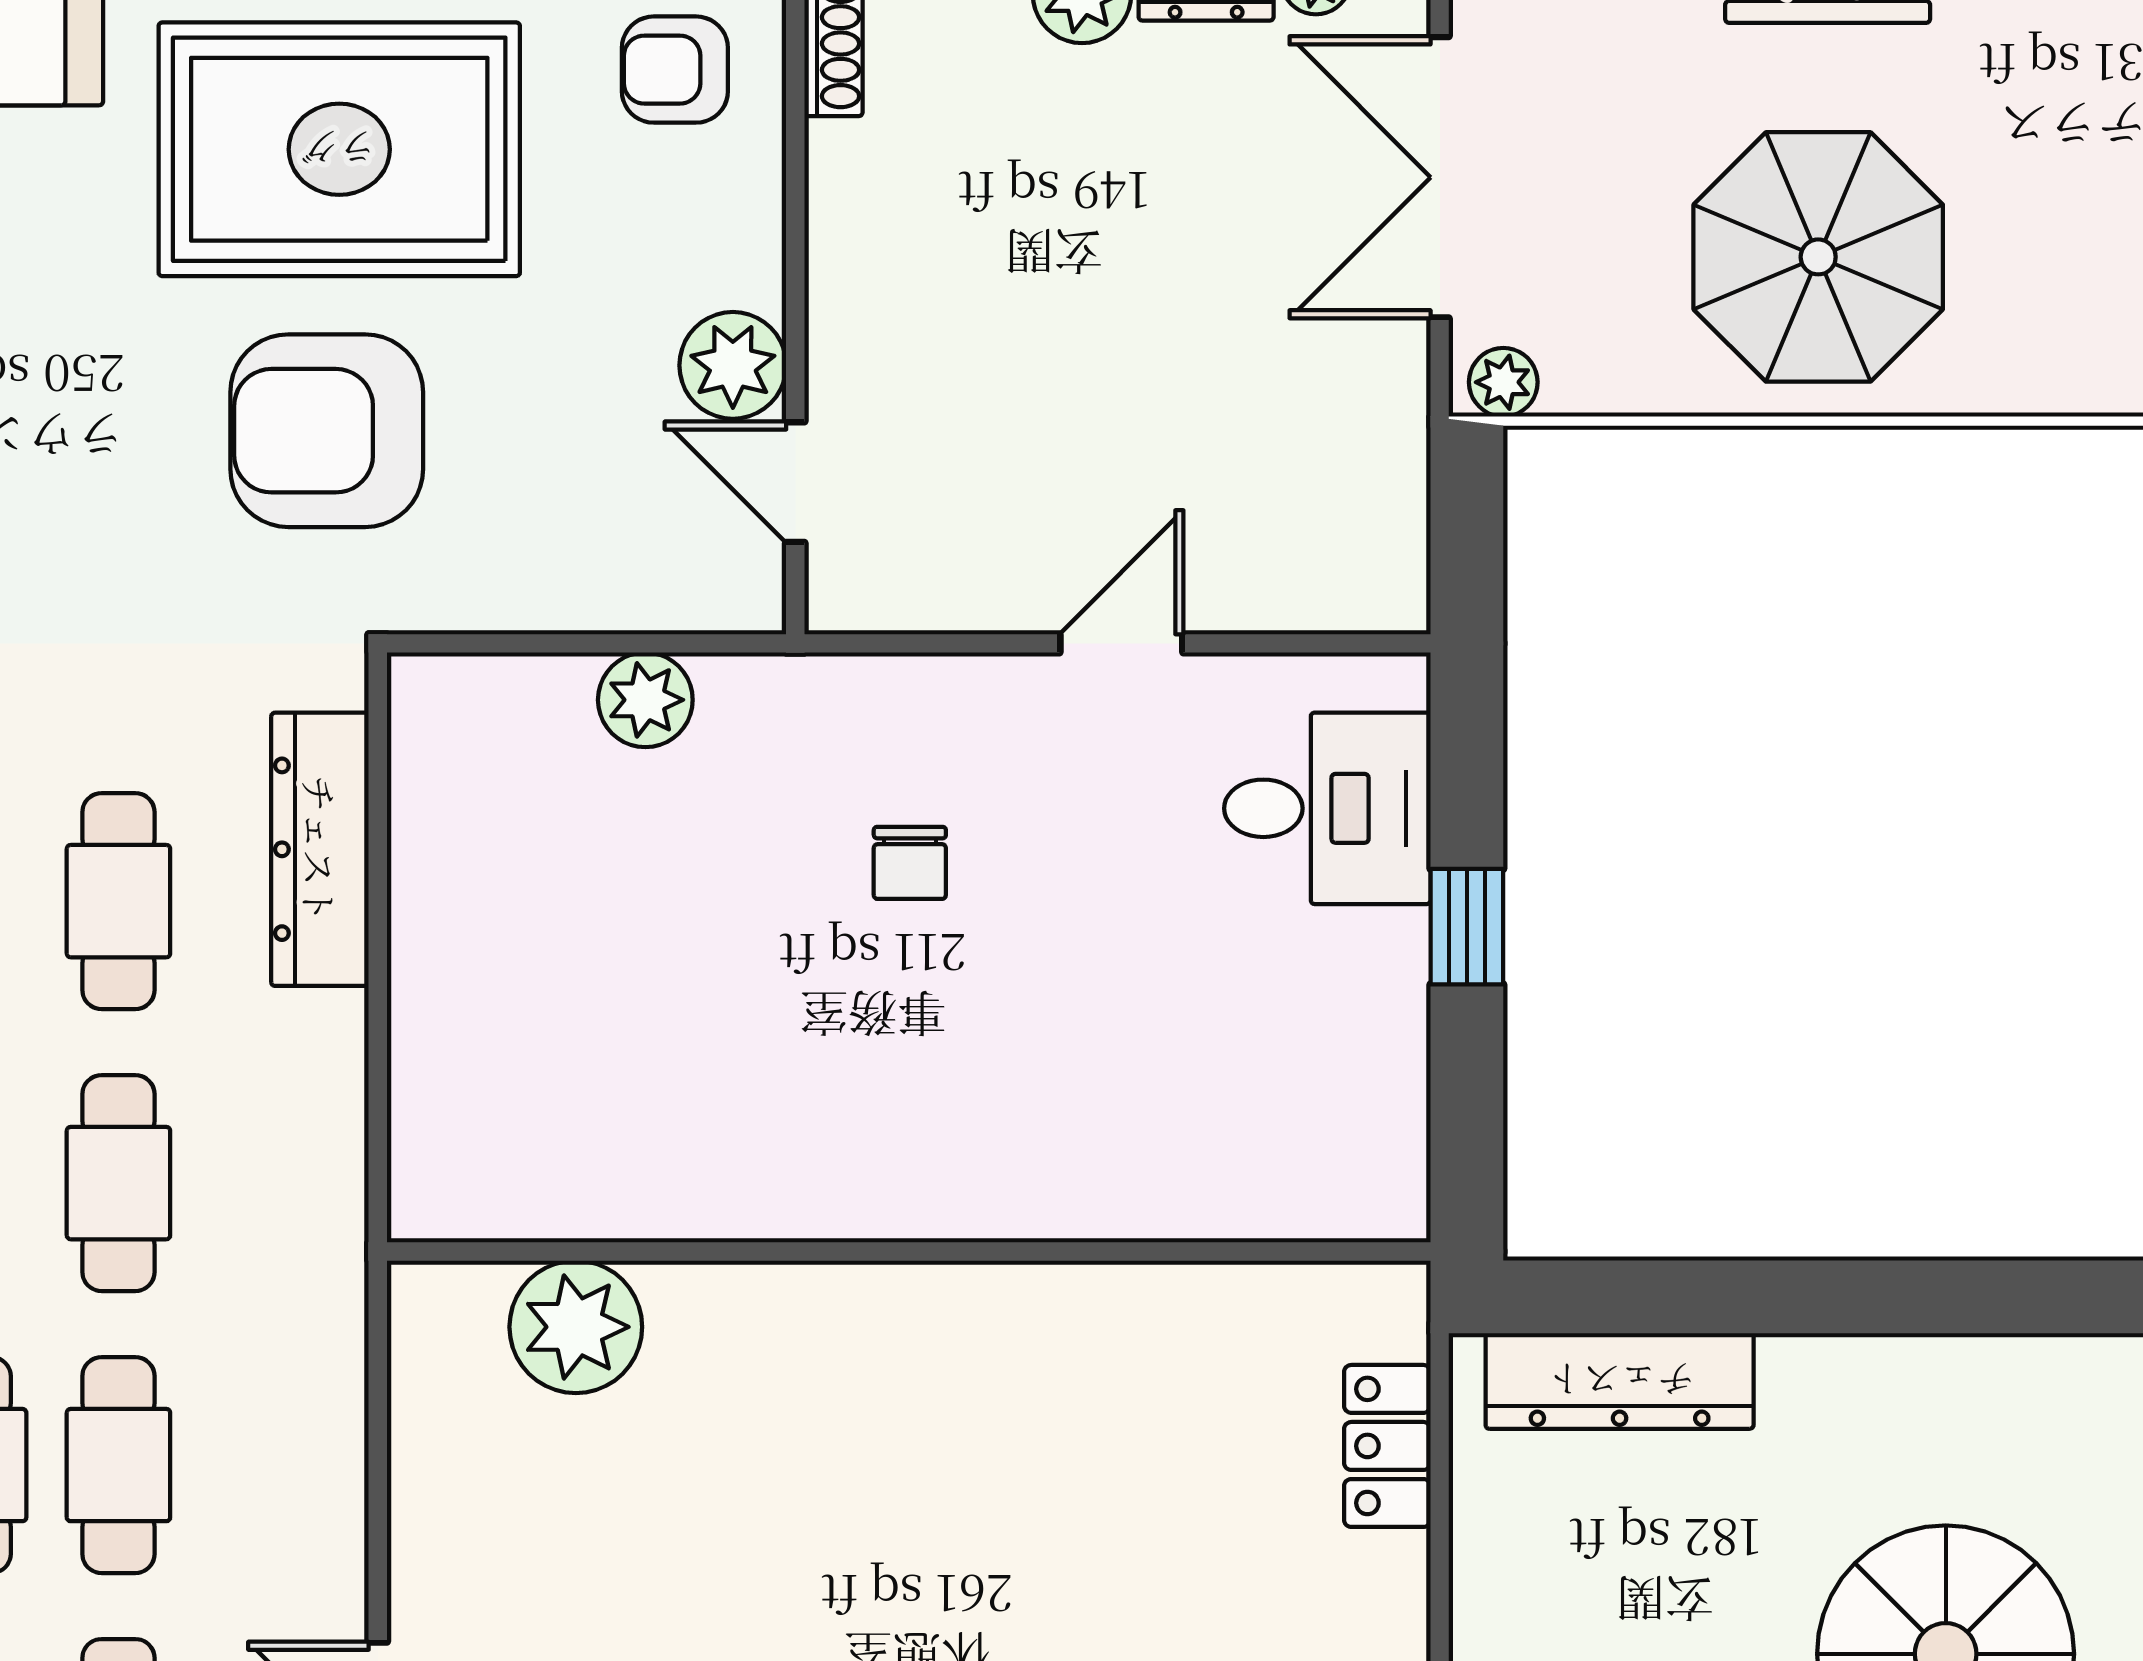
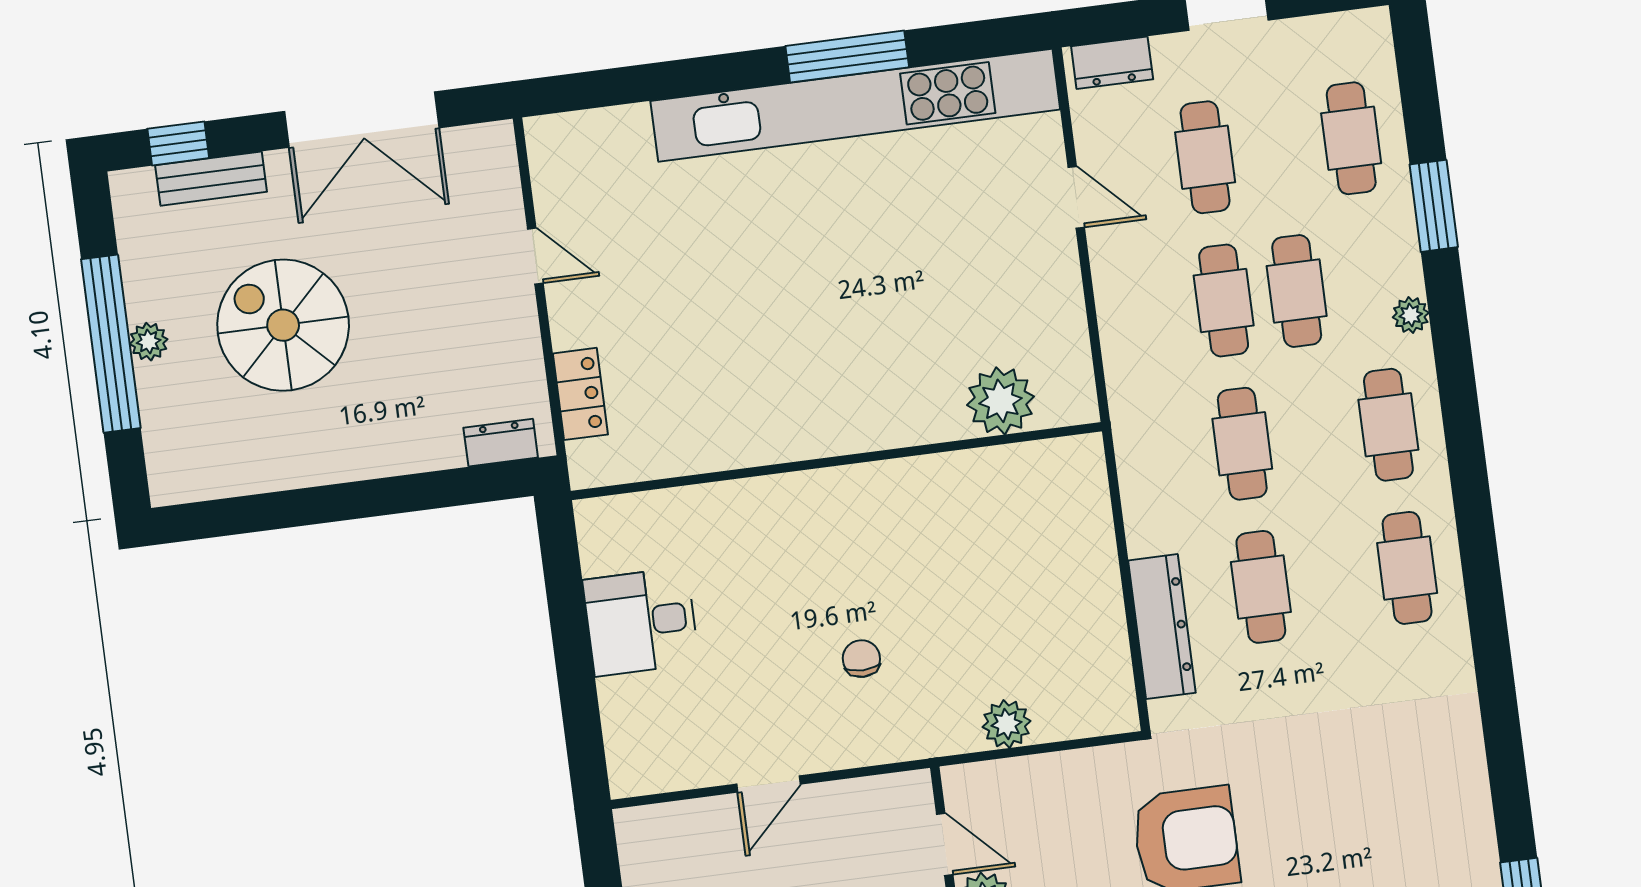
desk: (1327, 808) -> (641, 622), moved
window: (1467, 927) -> (574, 663), removed
dresser: (1620, 1381) -> (501, 443), width x0.51, depth x0.80

